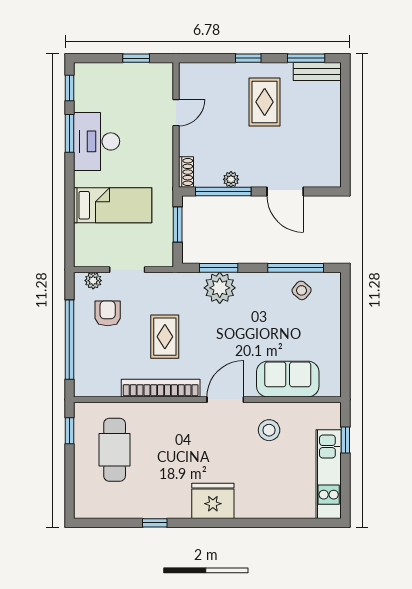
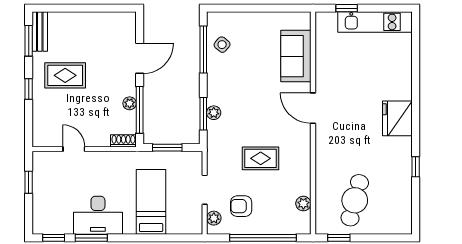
plant: (220, 288) -> (214, 113), width x0.53, depth x0.53
plant: (111, 388) -> (303, 204), added
bookcase: (161, 388) -> (303, 162), removed
stool: (269, 430) -> (338, 72), removed
cafe table: (115, 450) -> (355, 200), turned -75

